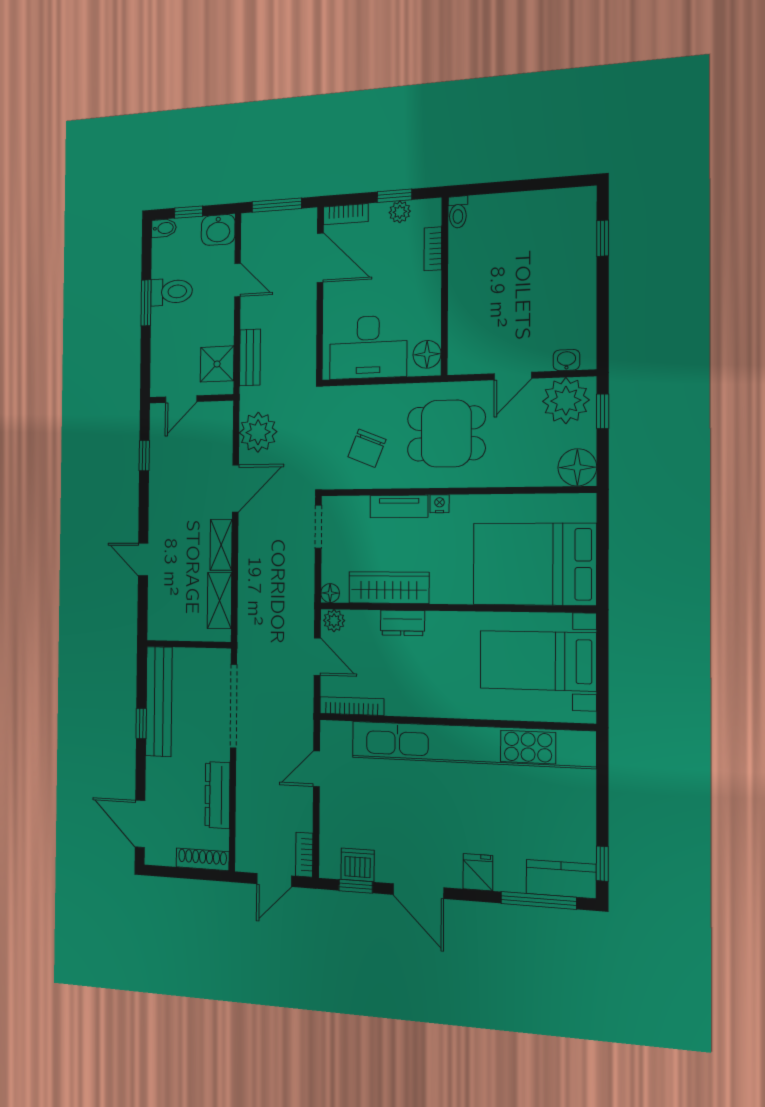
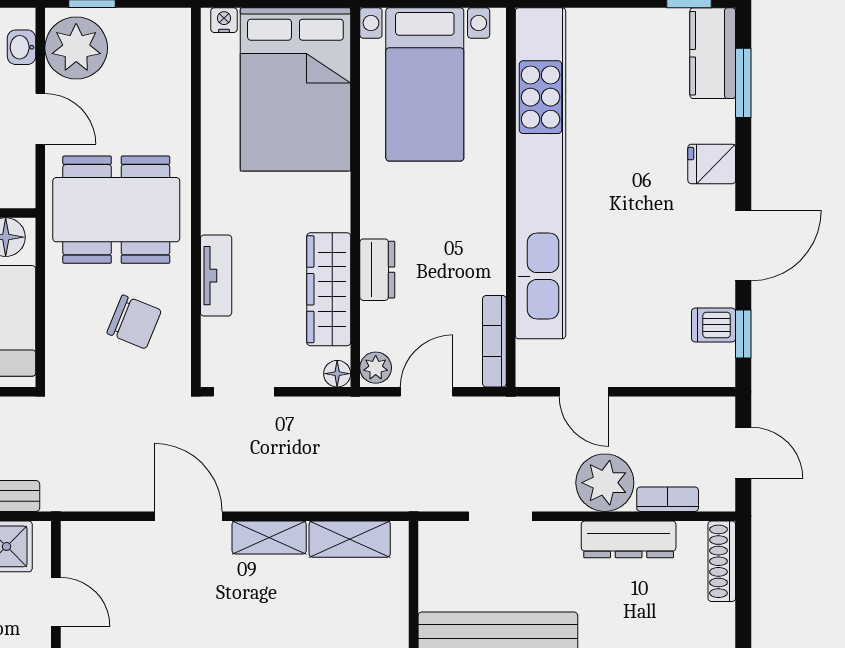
plant: (258, 432) -> (605, 483), moved
dining table: (446, 433) -> (116, 210), width x1.38
floor lamp: (577, 467) -> (166, 33), removed
nightstand: (440, 504) -> (224, 20), moved, turned 90
doorway: (233, 706) -> (501, 516), width x0.53
bookcase: (304, 855) -> (668, 499), moved, turned 180
dishwasher: (358, 865) -> (714, 325), width x0.73
window: (539, 900) -> (743, 83), width x0.69

